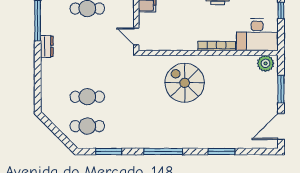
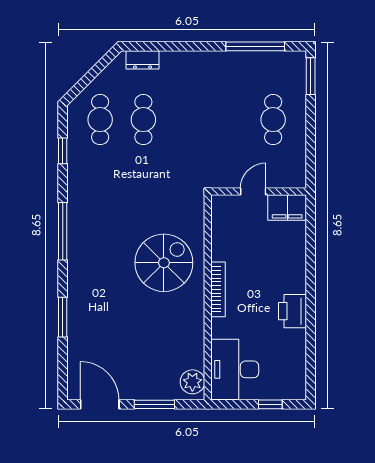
door: (136, 36) -> (253, 192), moved
dresser: (47, 46) -> (143, 60), moved
bookcase: (217, 46) -> (218, 289), moved
window: (109, 152) -> (63, 151), width x0.67

